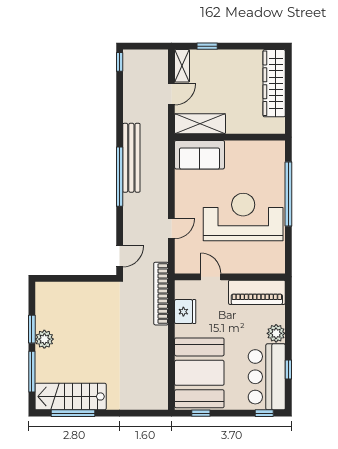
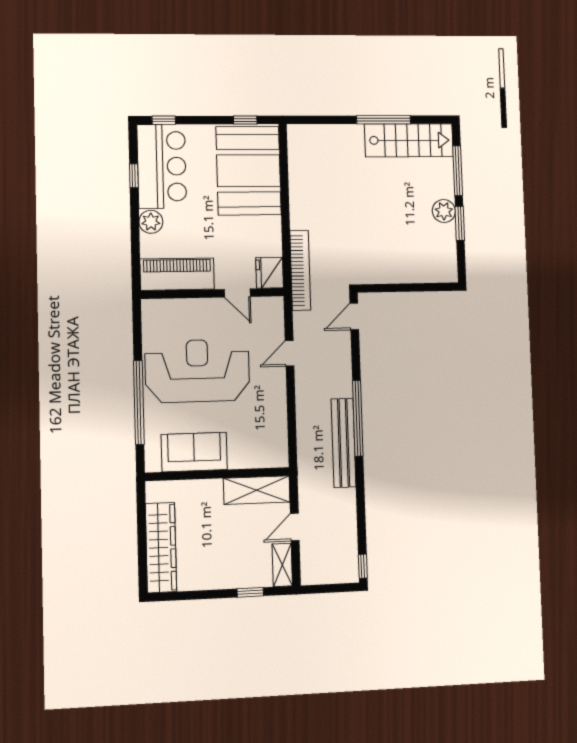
sofa: (199, 155) -> (194, 452), moved
reception desk: (243, 217) -> (197, 371), turned 180
fridge: (185, 312) -> (270, 273), moved
window: (73, 413) -> (384, 120), moved

